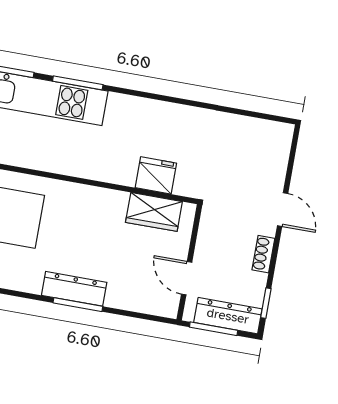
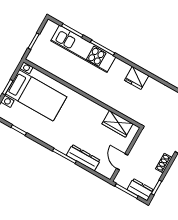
fridge: (156, 175) -> (137, 78), moved, turned 180
dresser: (74, 289) -> (83, 158), moved
dresser: (228, 316) -> (140, 190), width x0.70

